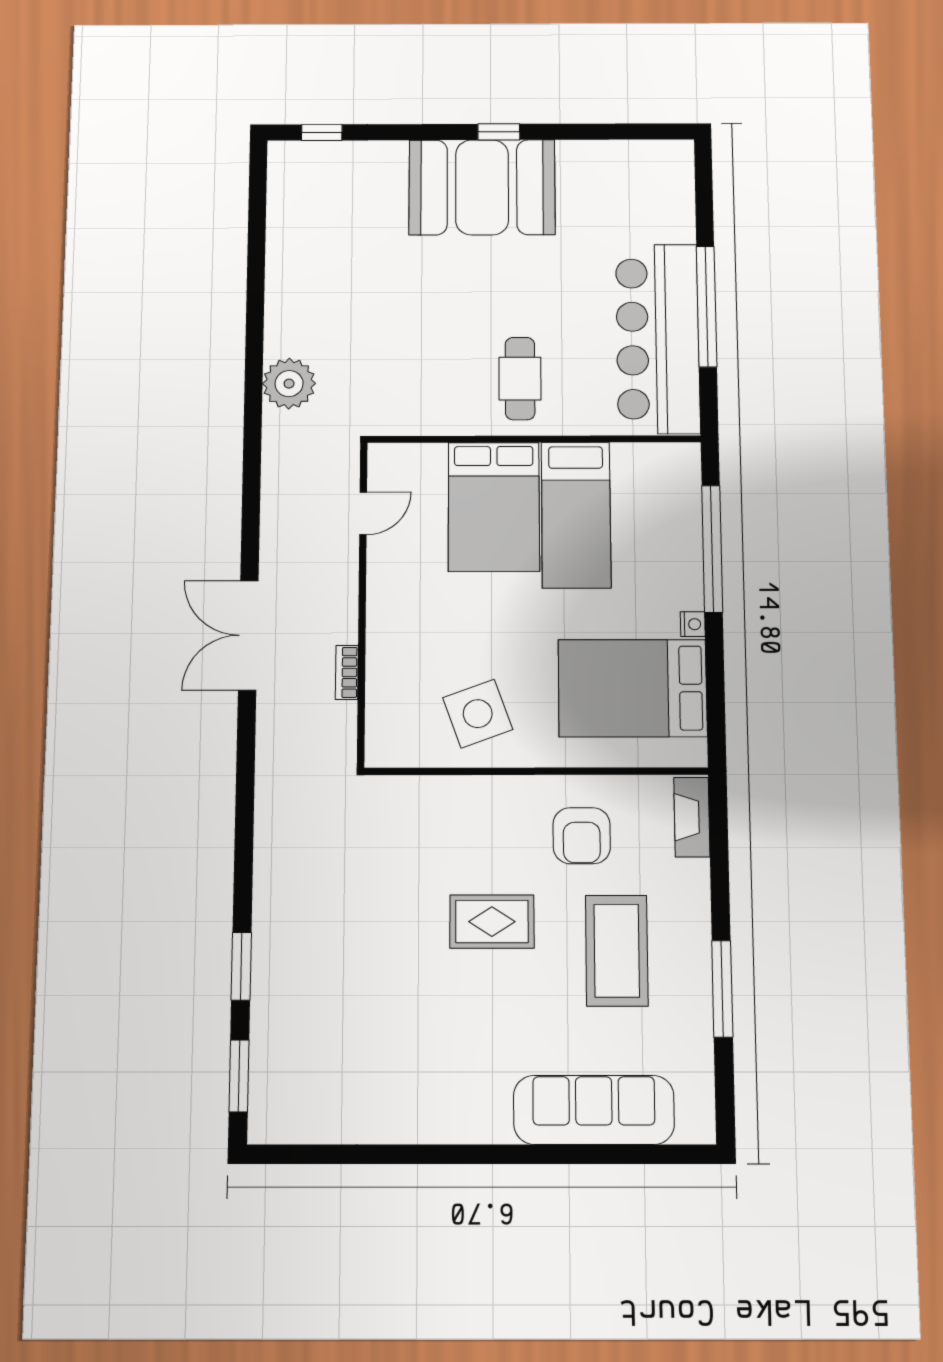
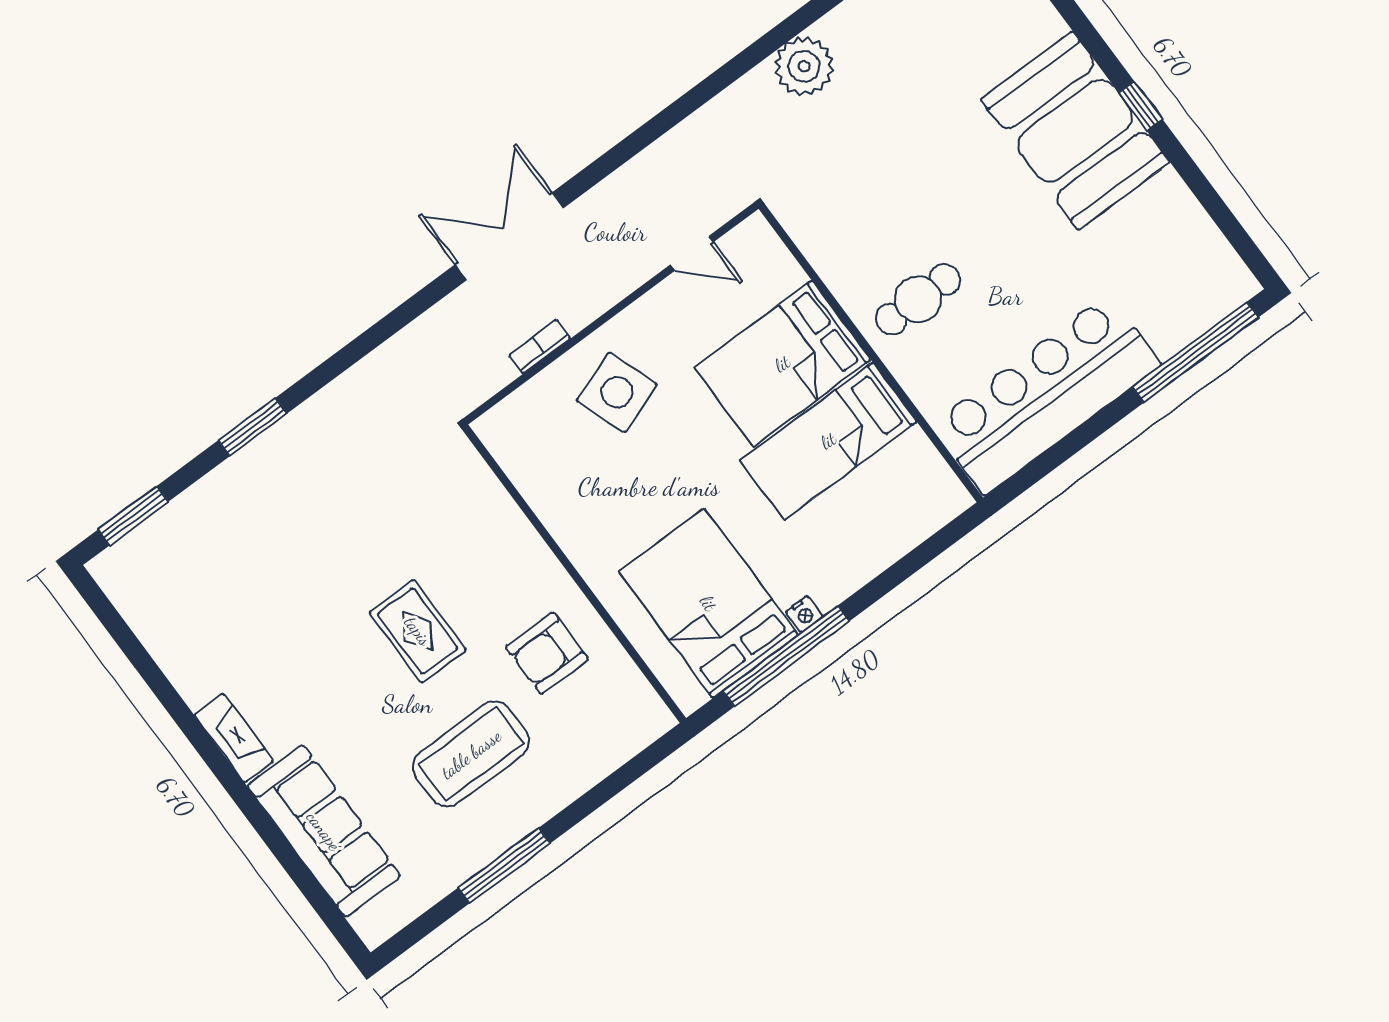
window: (707, 306) -> (1195, 352), moved
plant: (289, 384) -> (804, 66), moved
window: (712, 549) -> (786, 656), moved
side table: (478, 714) -> (617, 392), moved
fireplace: (692, 817) -> (234, 738), moved, turned 90
window: (241, 966) -> (253, 427), moved

